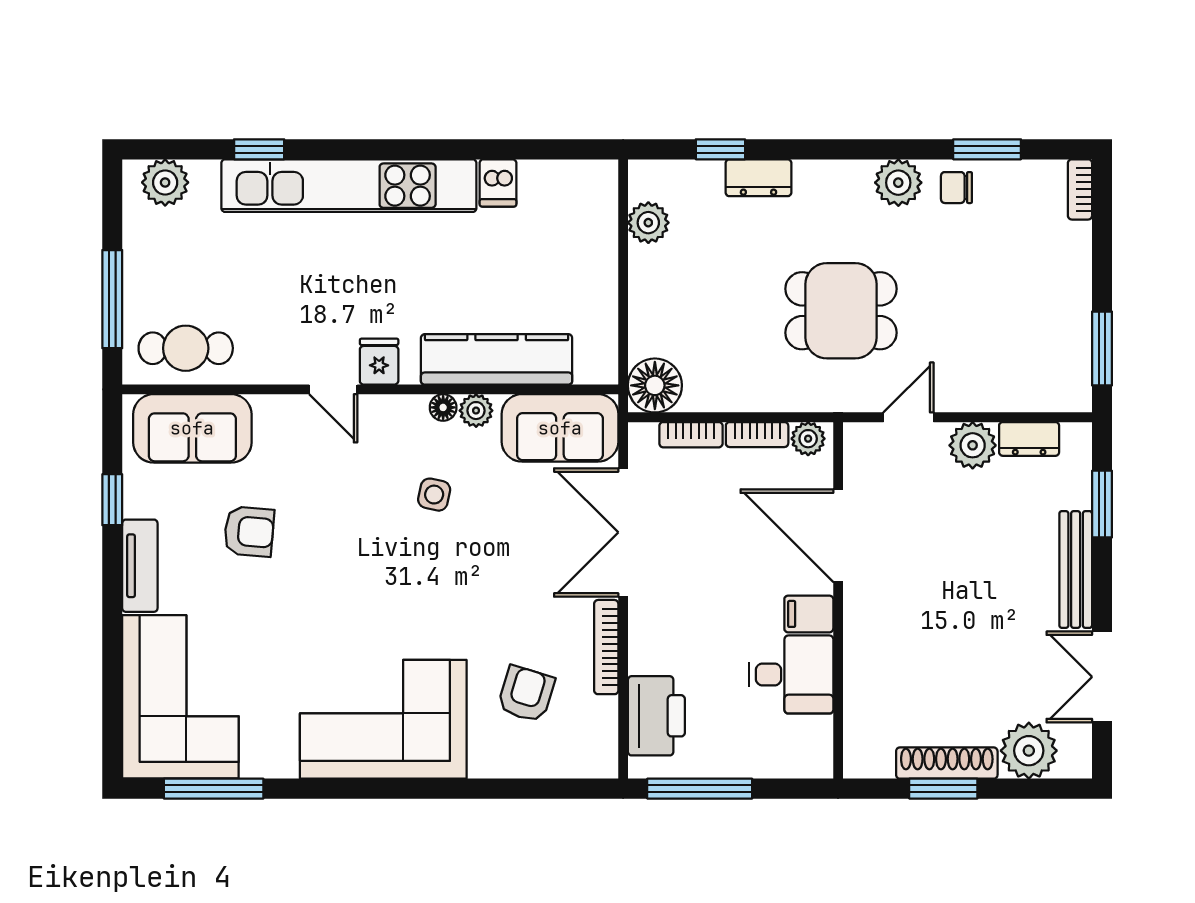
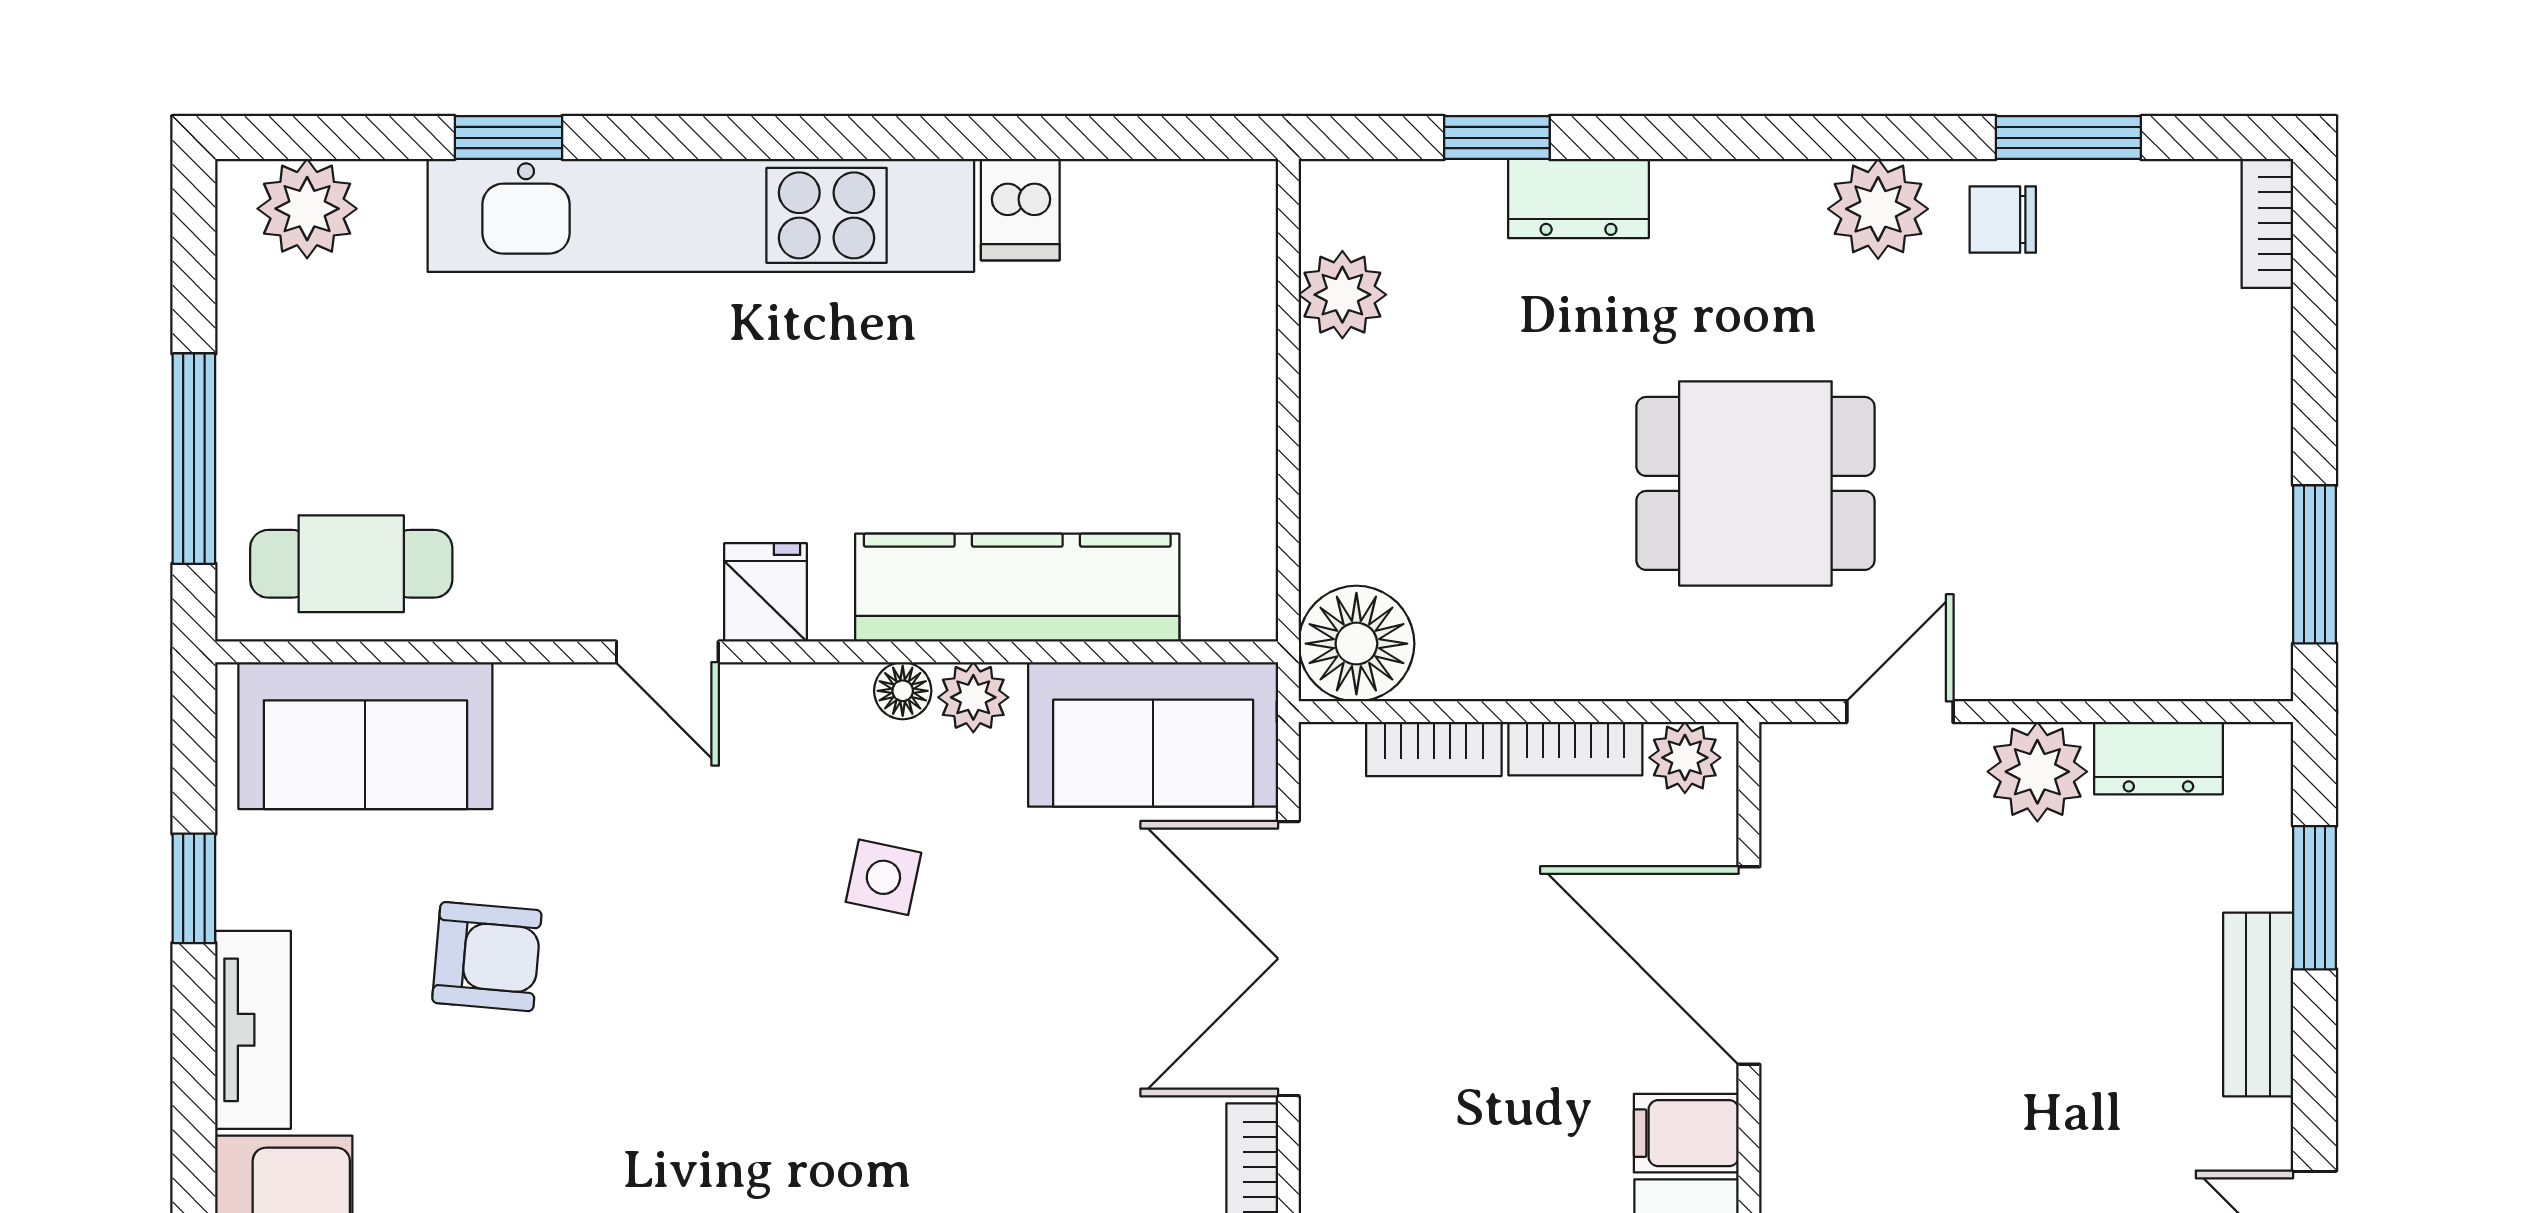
bench: (1076, 570) -> (2258, 1005), width x0.73

